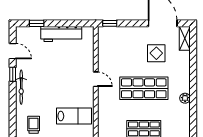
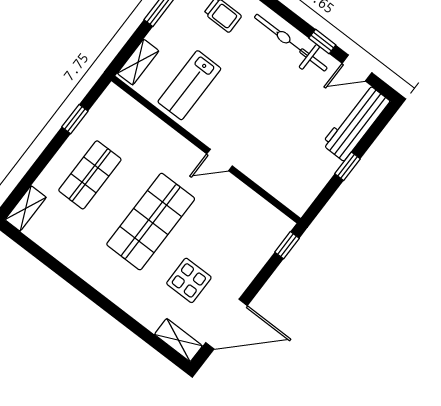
window: (37, 23) -> (348, 166), moved
workbench: (61, 34) -> (356, 123), moved
bicycle: (21, 87) -> (291, 43), width x1.37, depth x1.40
plant: (185, 98) -> (89, 272), removed

